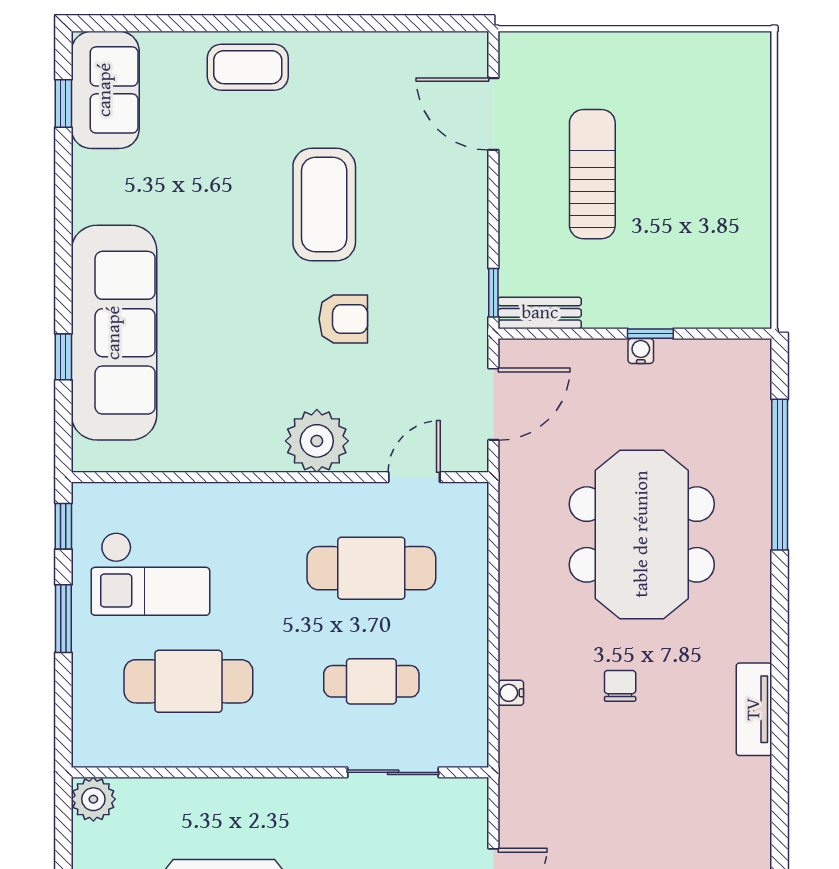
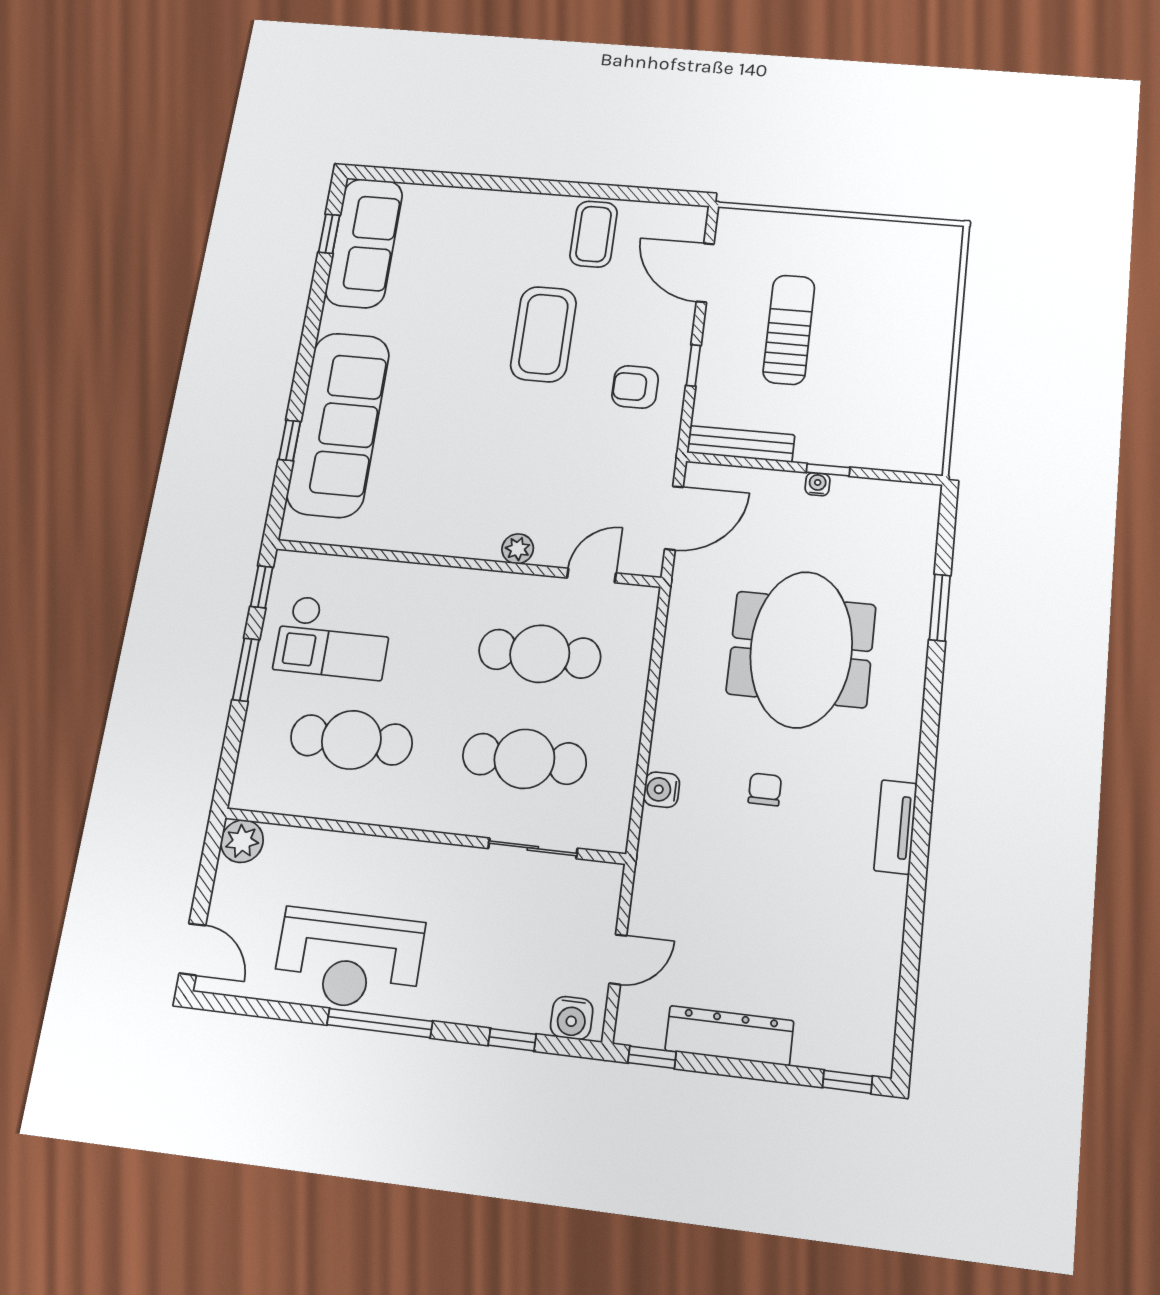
coffee table: (248, 67) -> (594, 234), moved, turned 90
sofa: (105, 90) -> (364, 243), width x1.36
window: (493, 293) -> (693, 365), moved
bench: (540, 313) -> (741, 444), width x1.36
armchair: (343, 319) -> (635, 387), moved, turned 180
plant: (317, 441) -> (518, 549), width x0.53, depth x0.53
window: (780, 475) -> (940, 608), width x0.47
cafe table: (371, 681) -> (524, 759), width x1.37, depth x1.35
water cooler: (511, 693) -> (661, 790), width x1.38, depth x1.38

